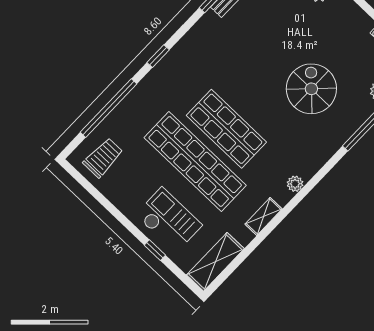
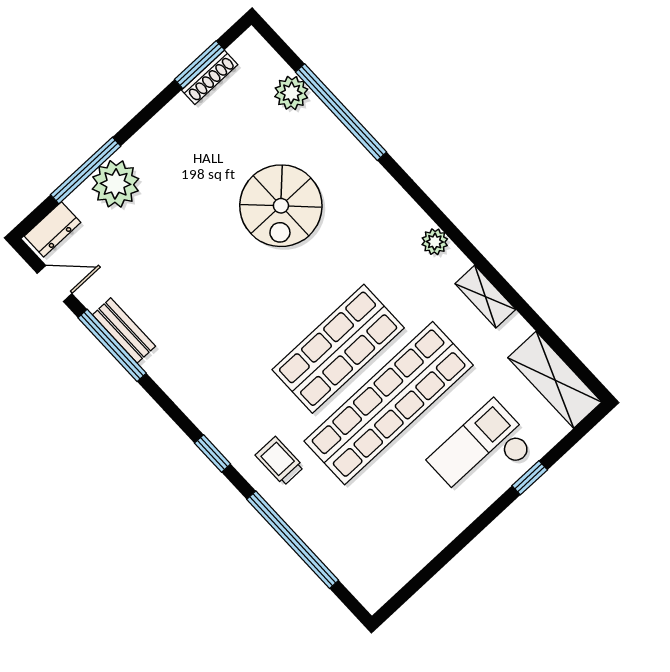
spiral stairs: (311, 89) -> (281, 206), turned -90
trolley: (103, 158) -> (280, 461), moved, width x0.73, depth x0.72

